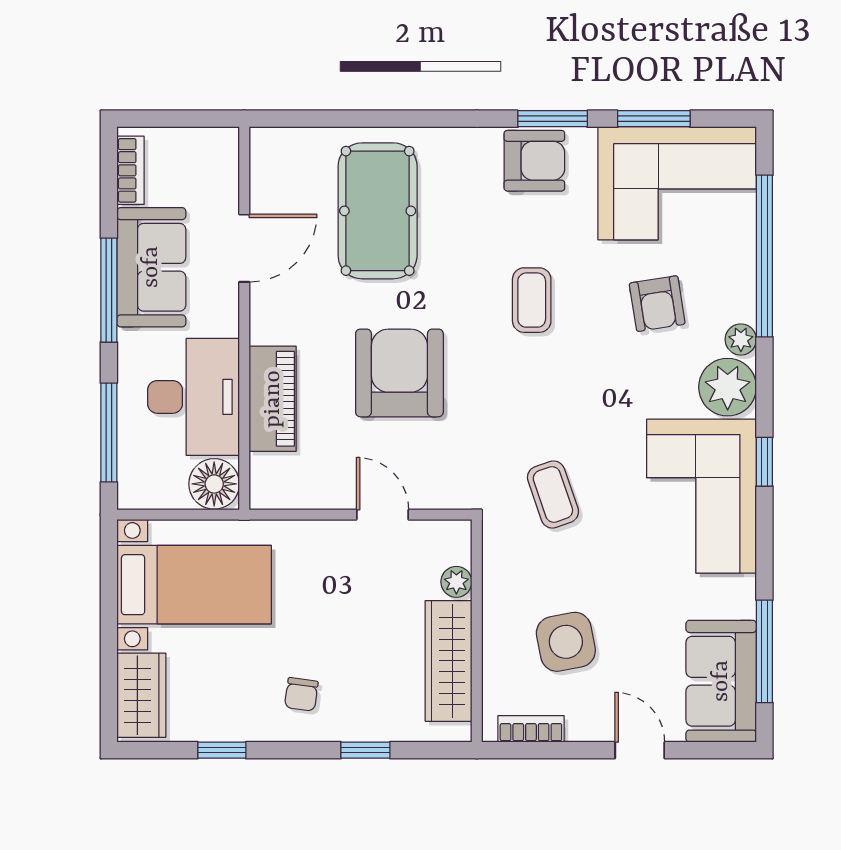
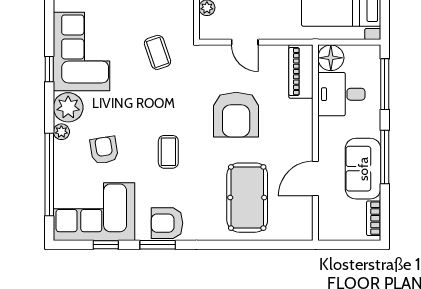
window: (654, 119) -> (106, 245), width x0.67
desk: (194, 397) -> (341, 94), width x0.73
piano: (273, 399) -> (301, 72), moved

